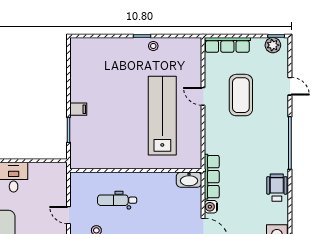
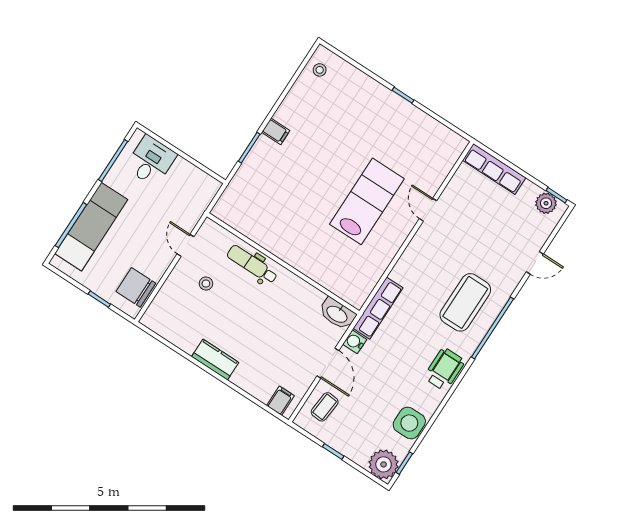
stool: (153, 46) -> (320, 70), moved
door: (290, 86) -> (535, 263), hinge flipped
coffee table: (241, 95) -> (465, 302), moved
lab bench: (162, 116) -> (367, 201), width x0.73
wall: (136, 171) -> (283, 264), moved
washbasin: (189, 180) -> (337, 314), moved

